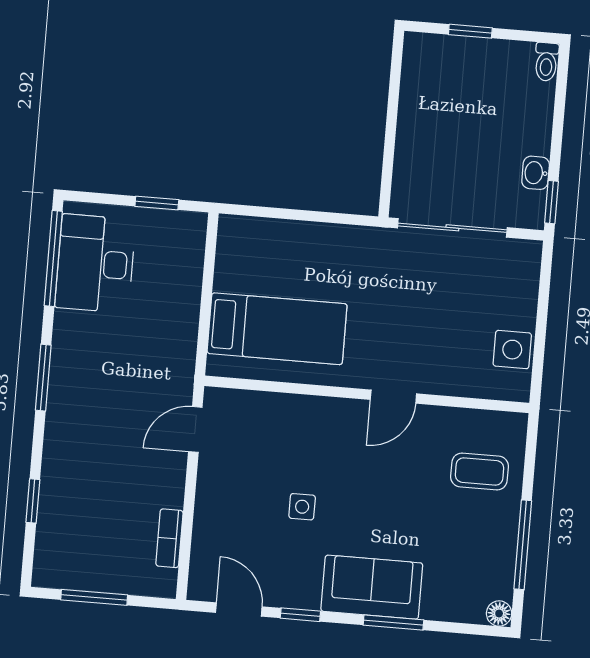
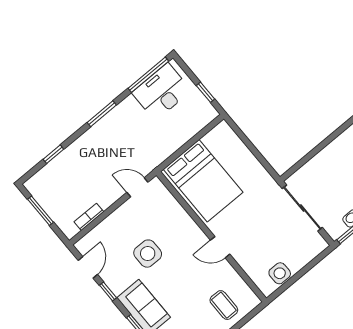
bed: (277, 329) -> (203, 181), width x1.50
side table: (302, 507) -> (148, 254), width x1.87, depth x1.87

